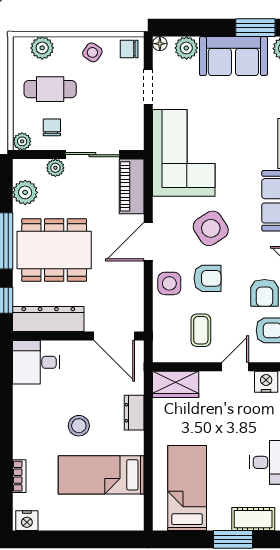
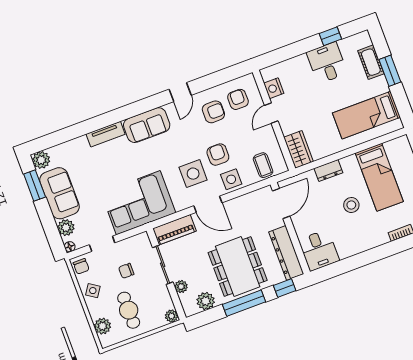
chair: (52, 127) -> (126, 271), moved
side table: (211, 228) -> (193, 174), moved, turned 33
coffee table: (201, 330) -> (263, 165), moved, turned 90
door: (235, 367) -> (271, 113), hinge flipped

